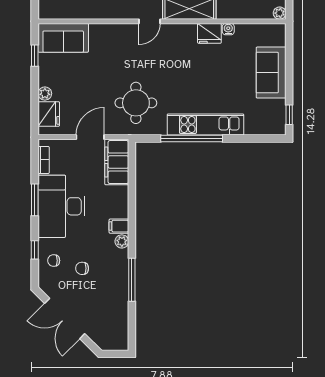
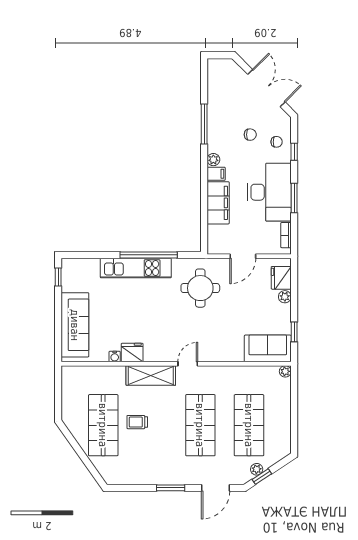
plant: (280, 13) -> (285, 371), moved
sofa: (271, 73) -> (75, 325), width x1.36
filing cabinet: (117, 162) -> (218, 203), moved

